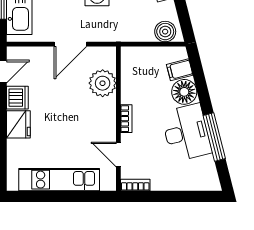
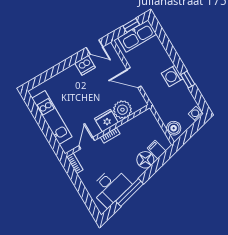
fridge: (18, 124) -> (106, 121), moved, turned 180
desk: (186, 133) -> (110, 187), moved

